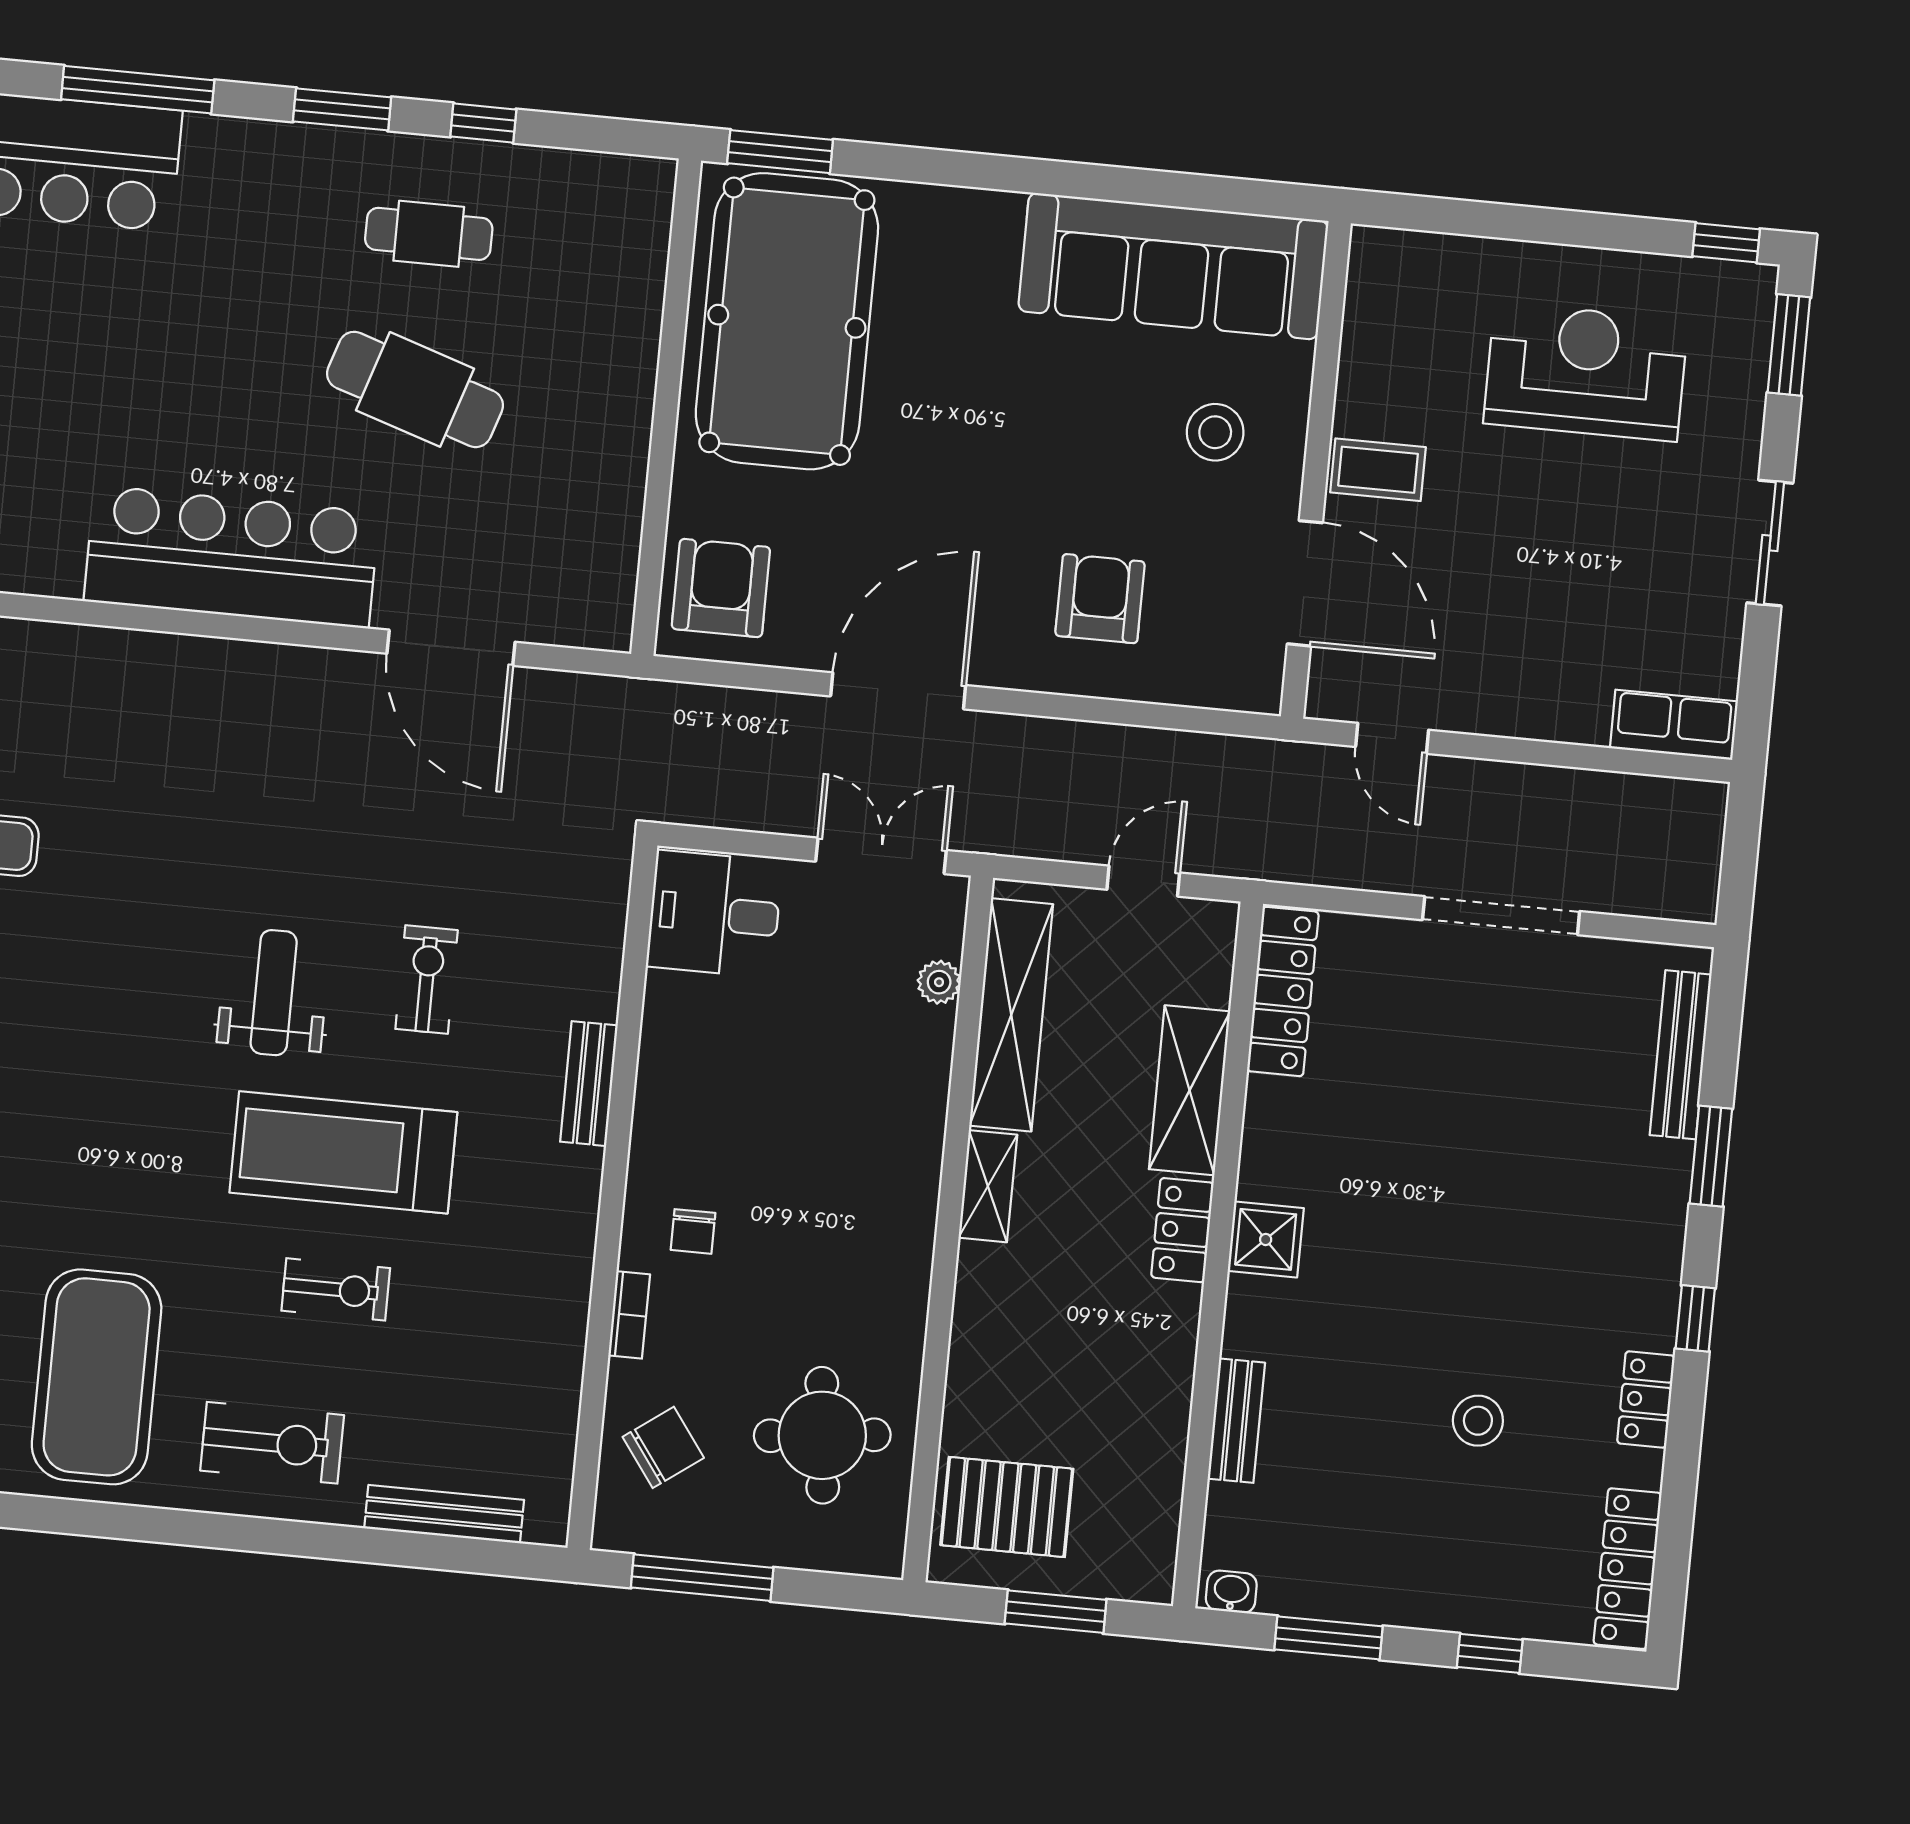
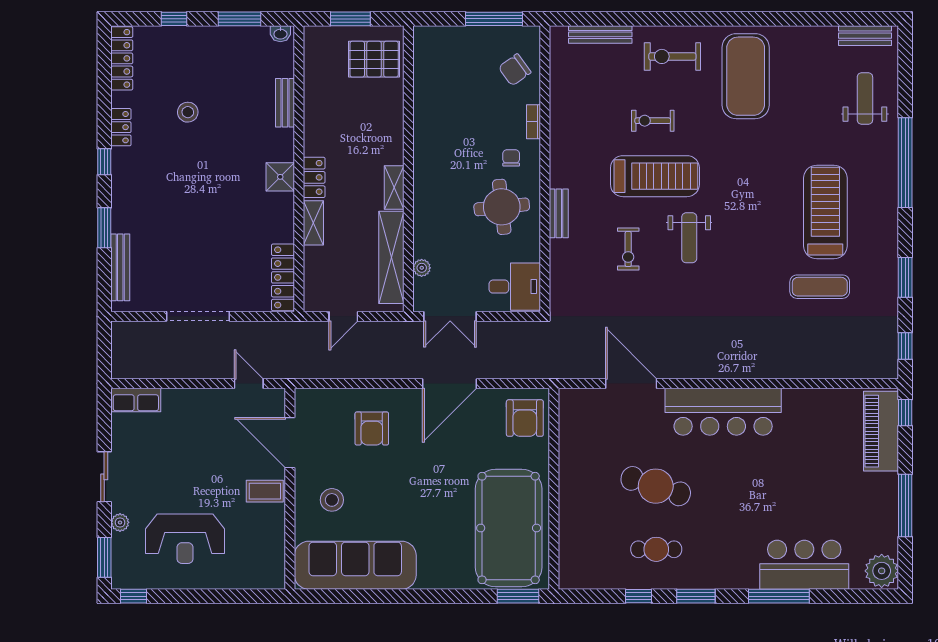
plant: (1742, 427) -> (120, 522), added
shelving: (1190, 1090) -> (313, 223), width x0.67, depth x0.75
round table: (822, 1435) -> (502, 207), moved

